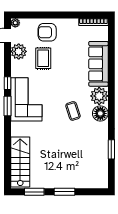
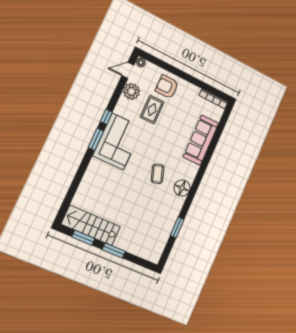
plant: (99, 96) -> (188, 171), removed
stairs: (20, 162) -> (91, 225), moved, turned -90

